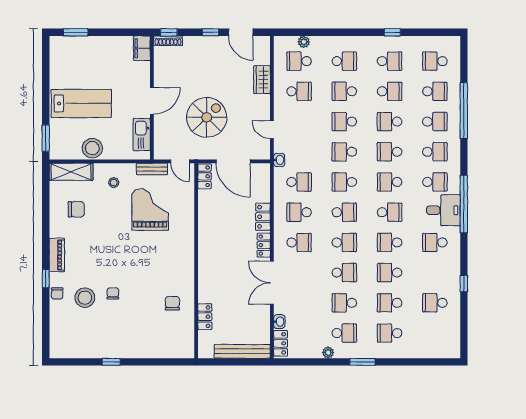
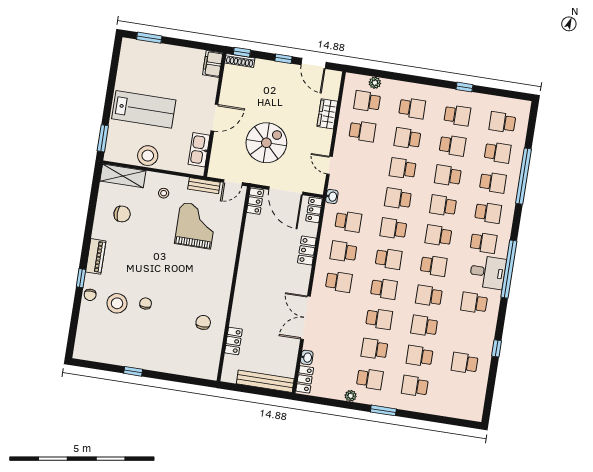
door: (180, 161) -> (233, 182), hinge flipped
locker: (264, 245) -> (314, 210), moved

